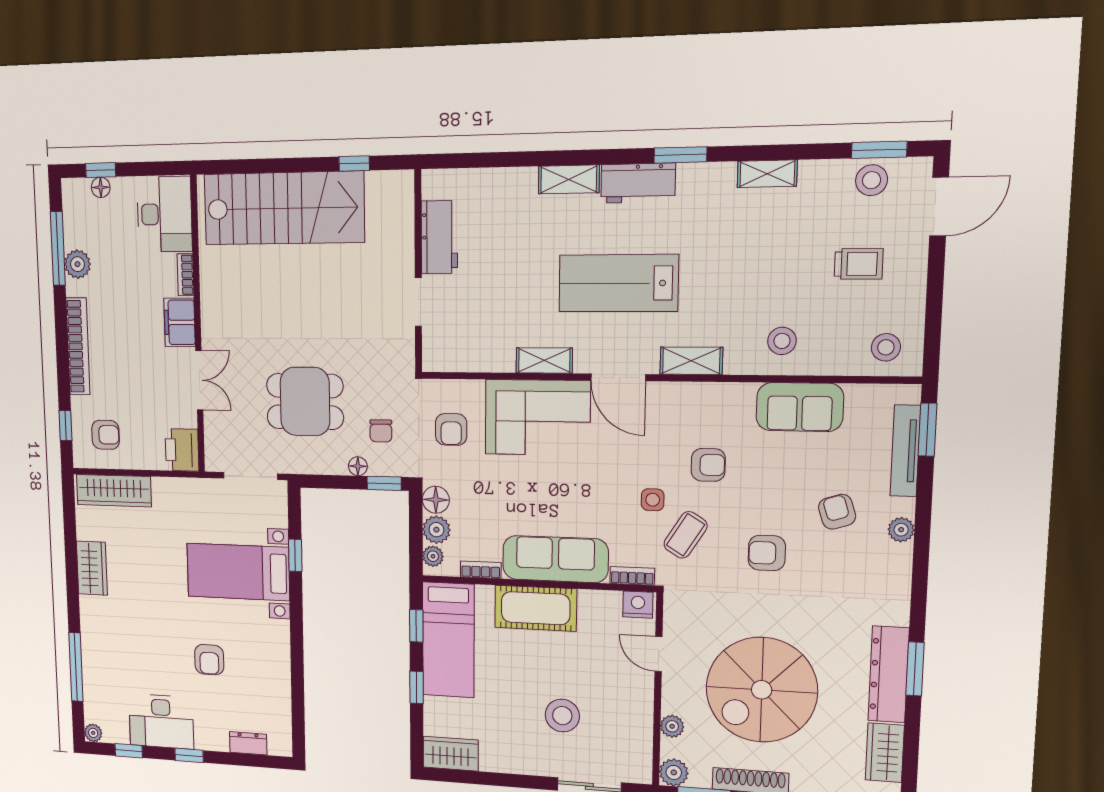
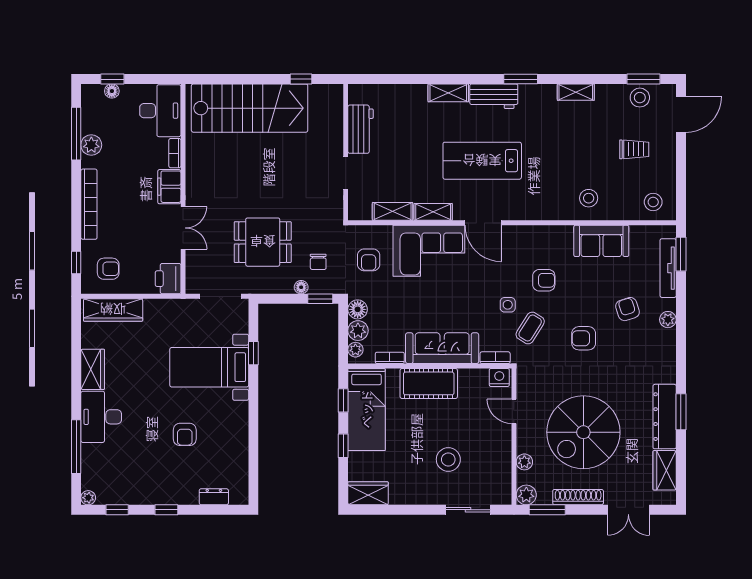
shelving: (691, 361) -> (393, 211), moved
desk: (161, 721) -> (101, 417), moved, turned 90

